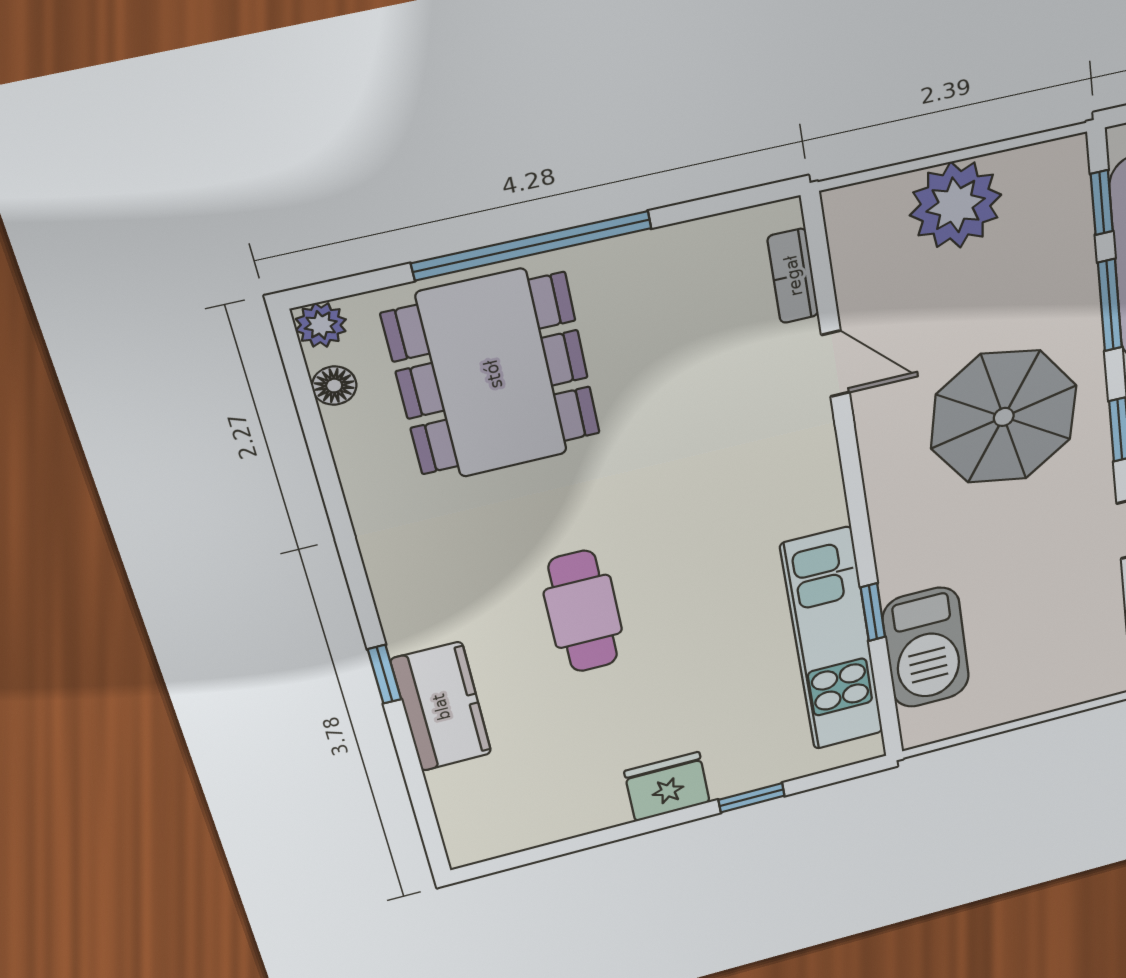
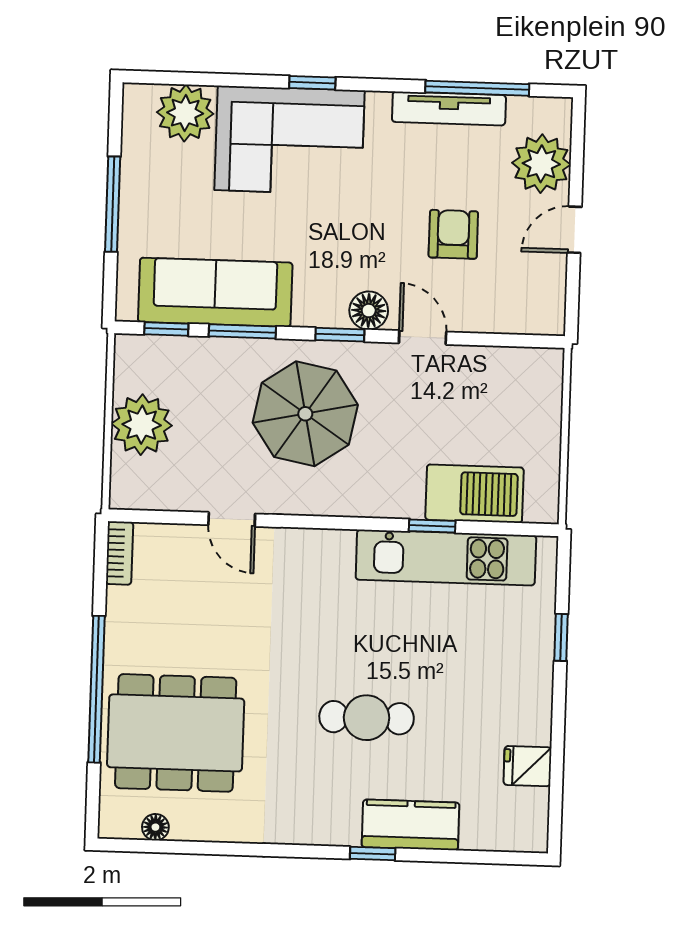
bookcase: (793, 276) -> (120, 553), moved, turned -90
plant: (321, 325) -> (113, 824), removed
door: (835, 364) -> (232, 519), swing flipped
fridge: (667, 787) -> (528, 766), moved, width x0.72

